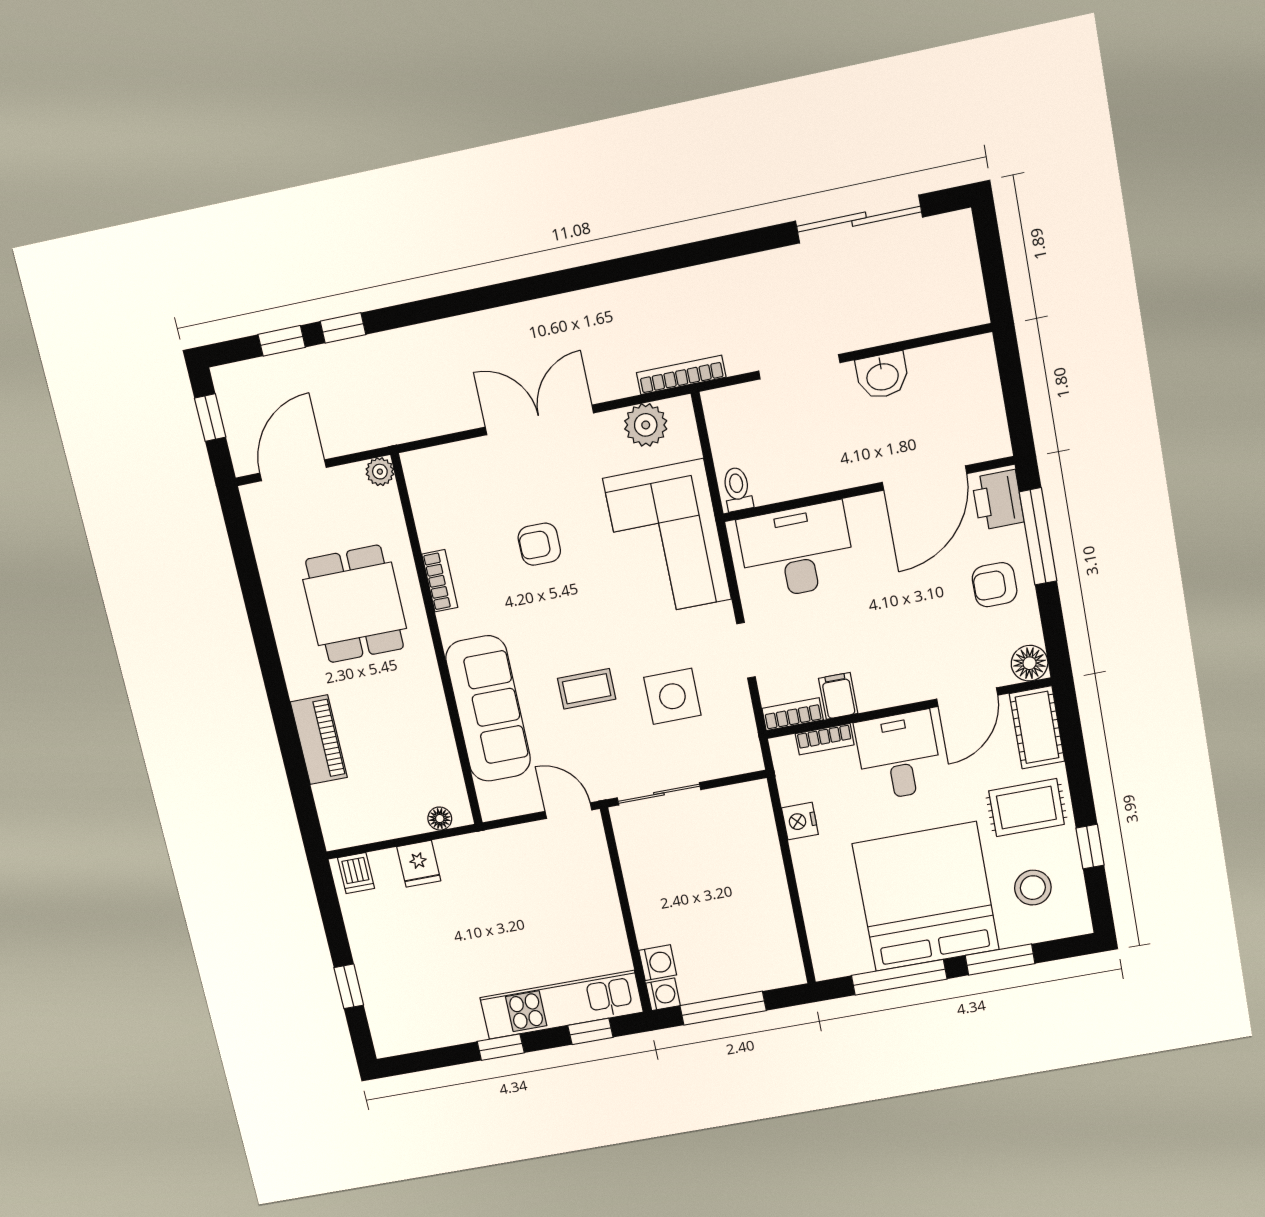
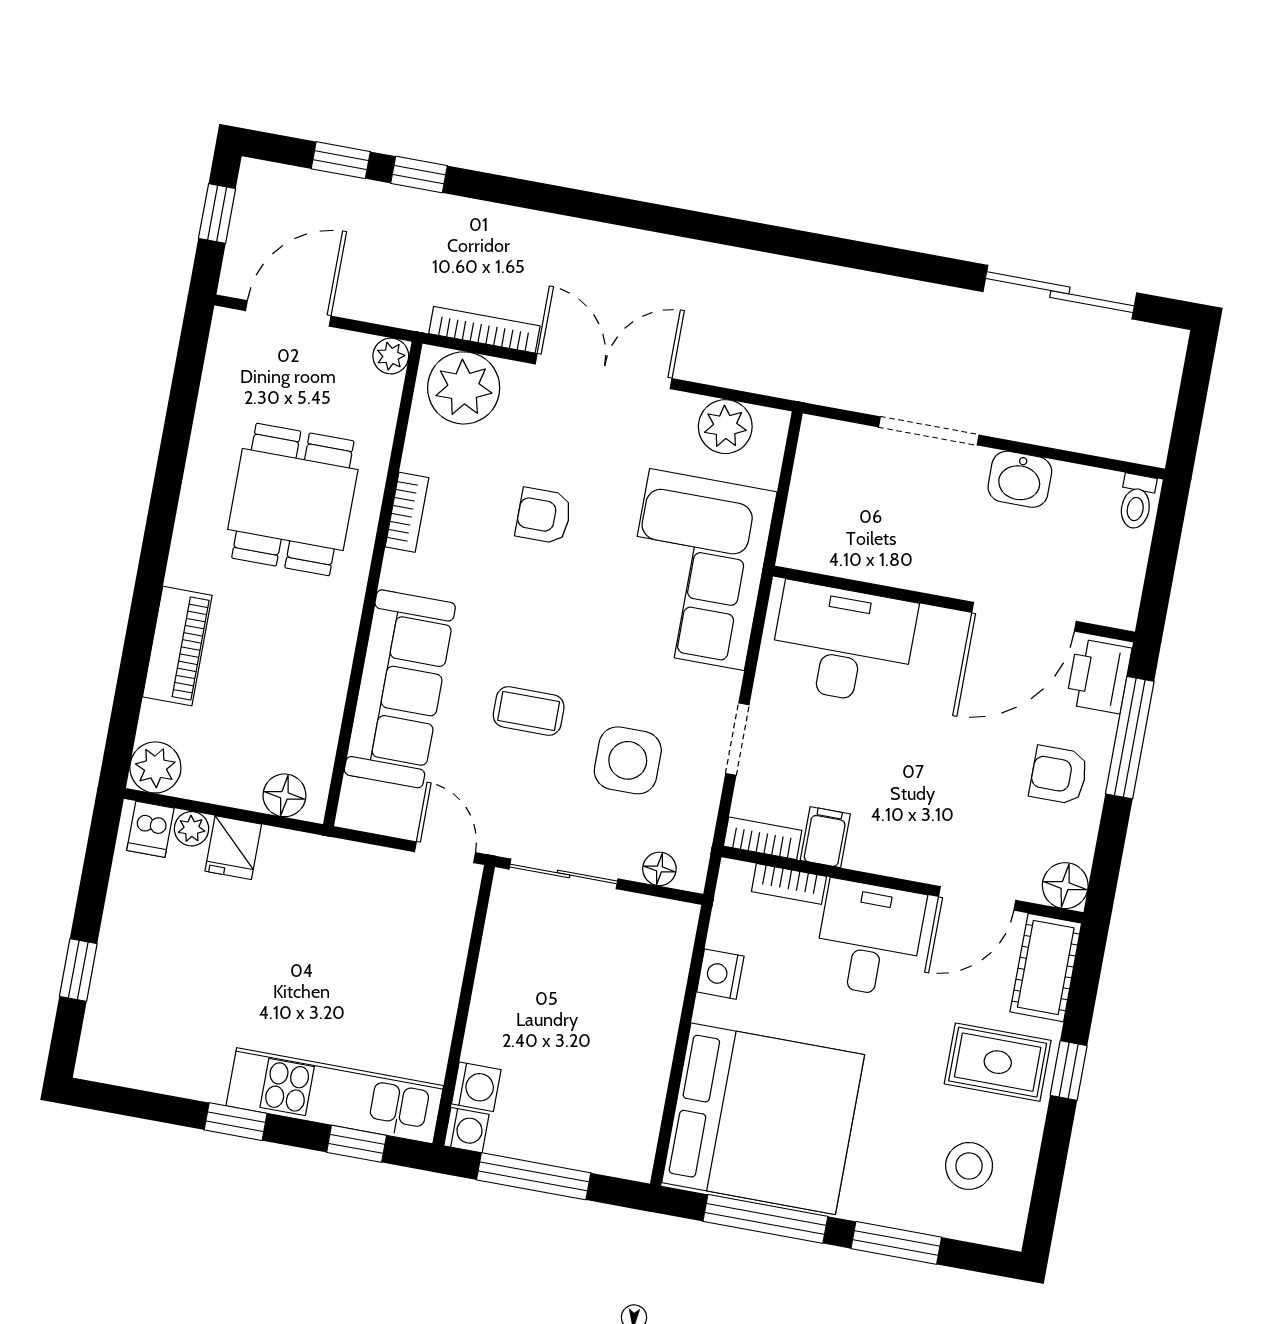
bookcase: (681, 375) -> (484, 330), moved
plant: (442, 474) -> (464, 388), added
toilet: (737, 489) -> (1137, 502), moved, turned 180
floor lamp: (726, 764) -> (659, 869), added
floor lamp: (440, 819) -> (284, 795), width x1.37, depth x1.37
plant: (341, 830) -> (155, 767), added
window: (1090, 847) -> (1069, 1071), moved
plant: (384, 862) -> (191, 829), added
bed: (926, 897) -> (763, 1119), moved, turned 90

